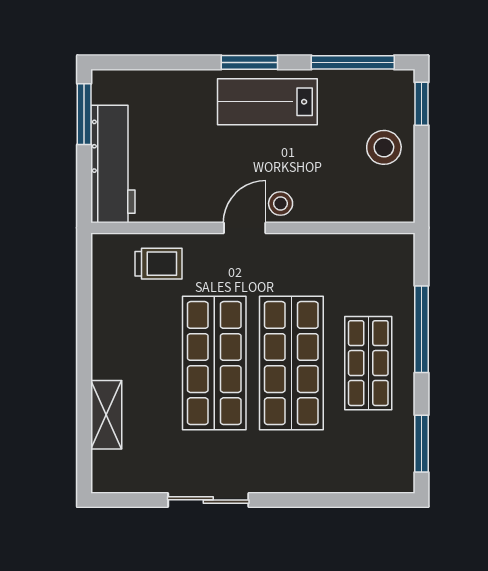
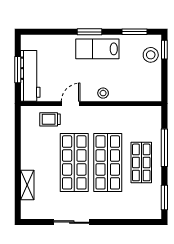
window: (353, 62) -> (135, 32), width x0.69
window: (84, 114) -> (18, 70), moved
stool: (384, 147) -> (151, 55), moved
door: (245, 228) -> (71, 104), moved
trolley: (159, 264) -> (50, 119), turned 180

